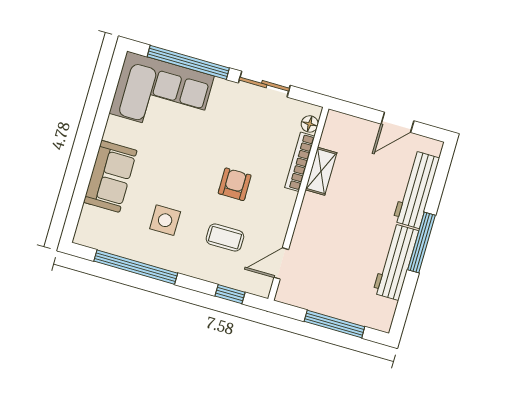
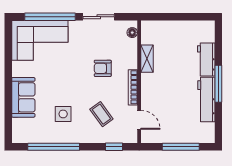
door: (397, 122) -> (184, 17), removed
bookcase: (300, 162) -> (133, 87), moved
armchair: (235, 184) -> (103, 68), moved, turned -90
workbench: (416, 189) -> (206, 59), width x0.73
coffee table: (225, 238) -> (101, 114), turned 54
door: (281, 263) -> (139, 120), swing flipped

